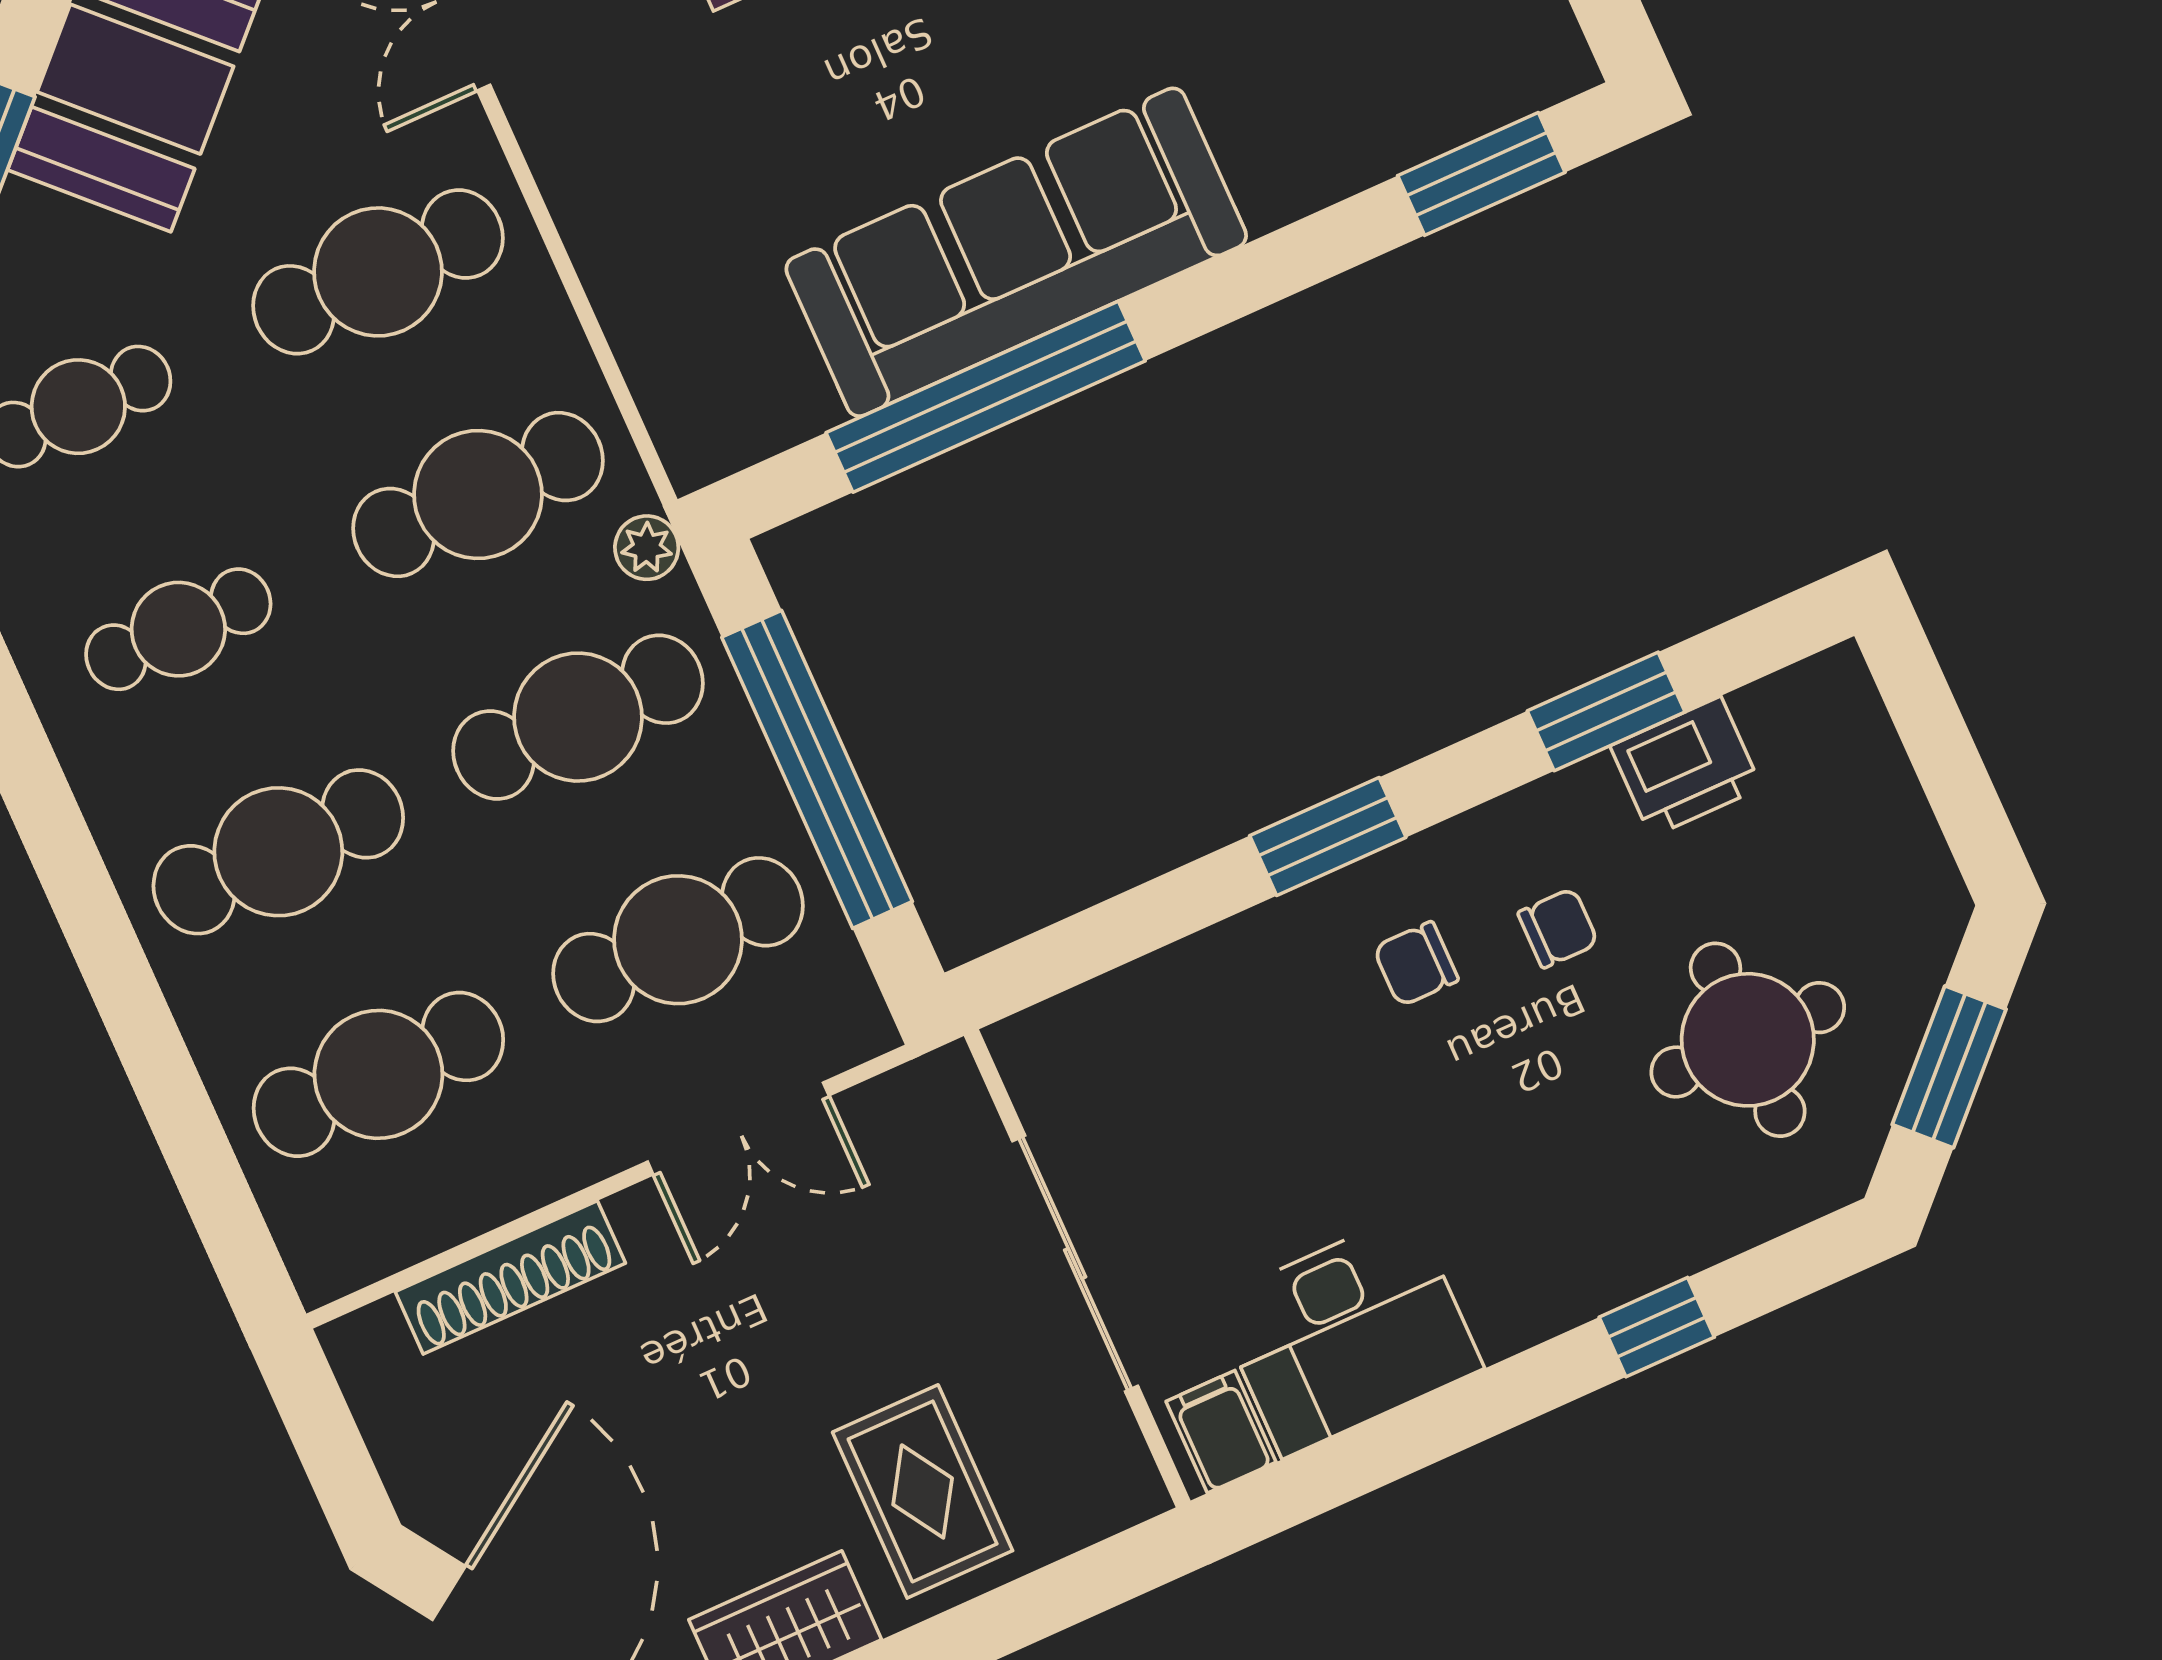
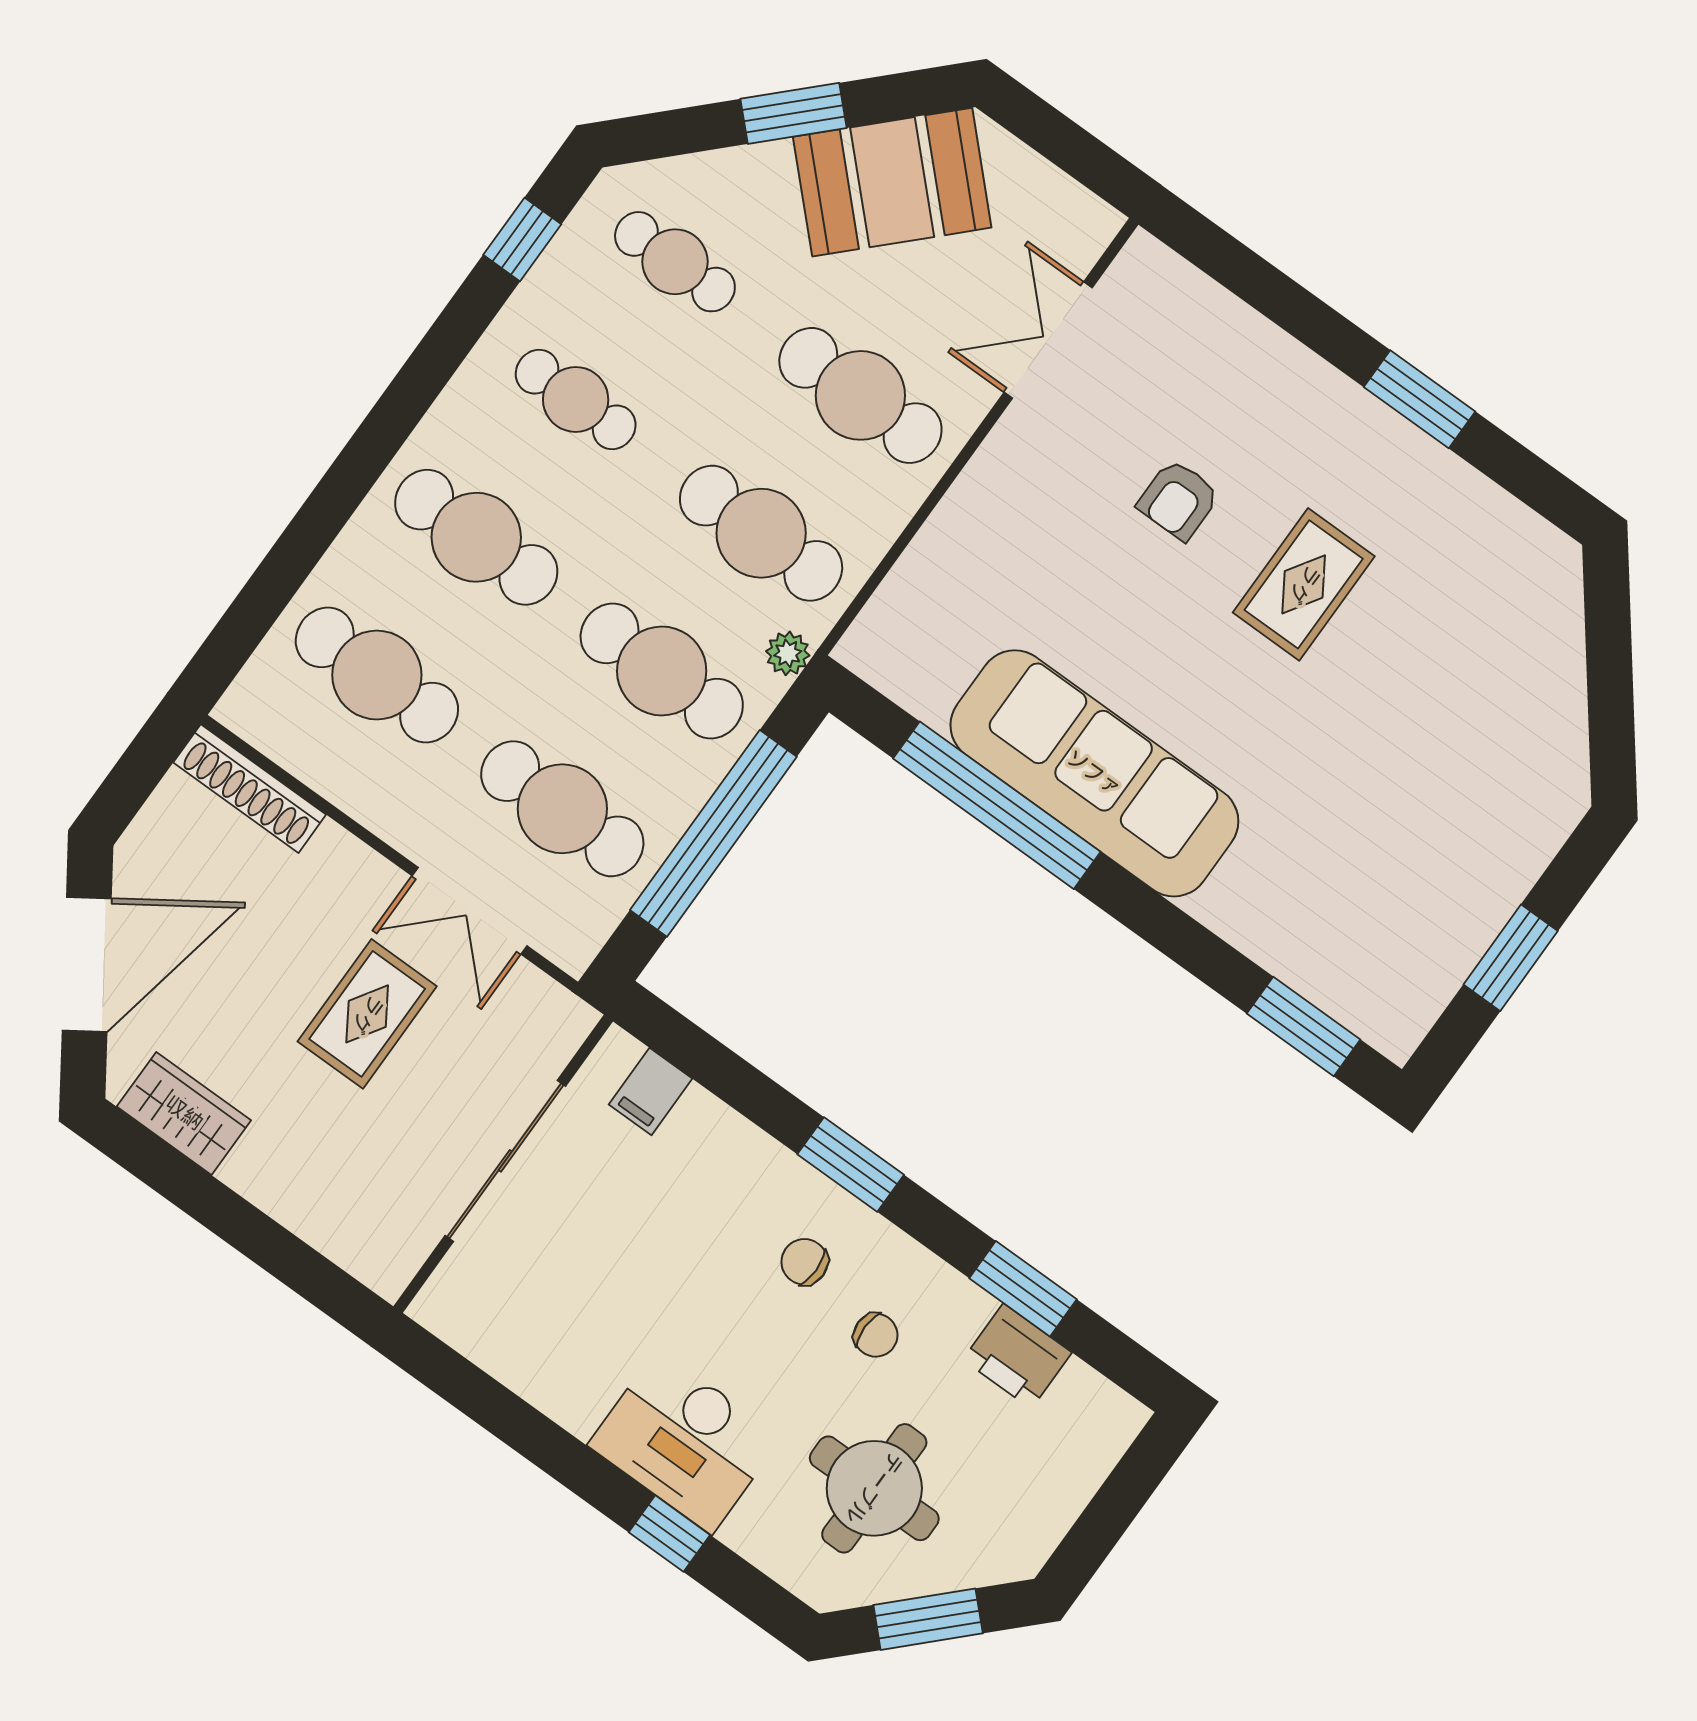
shoe rack: (510, 1277) -> (250, 789), moved
desk: (1348, 1334) -> (685, 1441), moved
filing cabinet: (1221, 1432) -> (650, 1091), moved, turned 180
rug: (923, 1491) -> (367, 1014), moved

